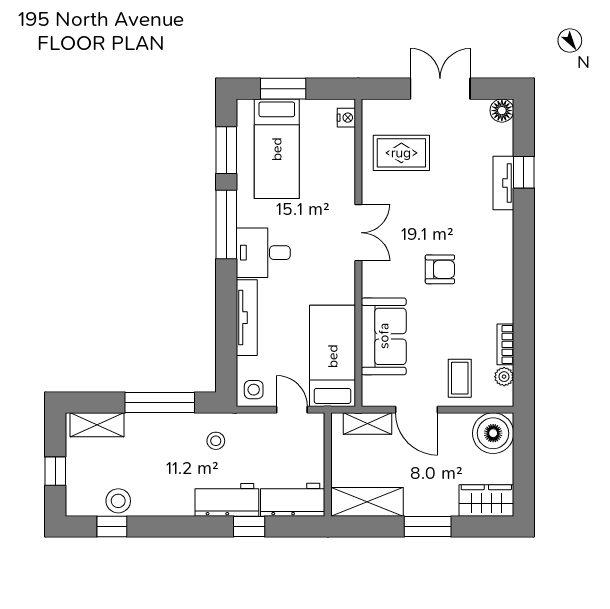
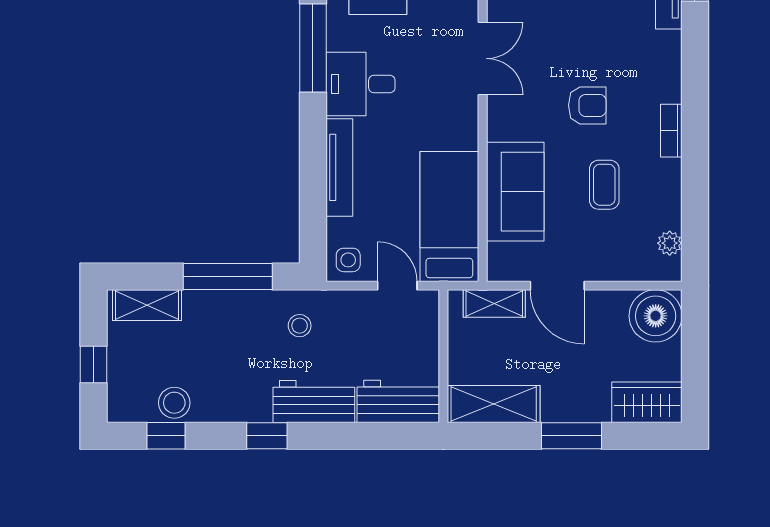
bookcase: (505, 344) -> (671, 131), moved
coffee table: (460, 378) -> (604, 185), moved
window: (249, 527) -> (267, 436), moved

